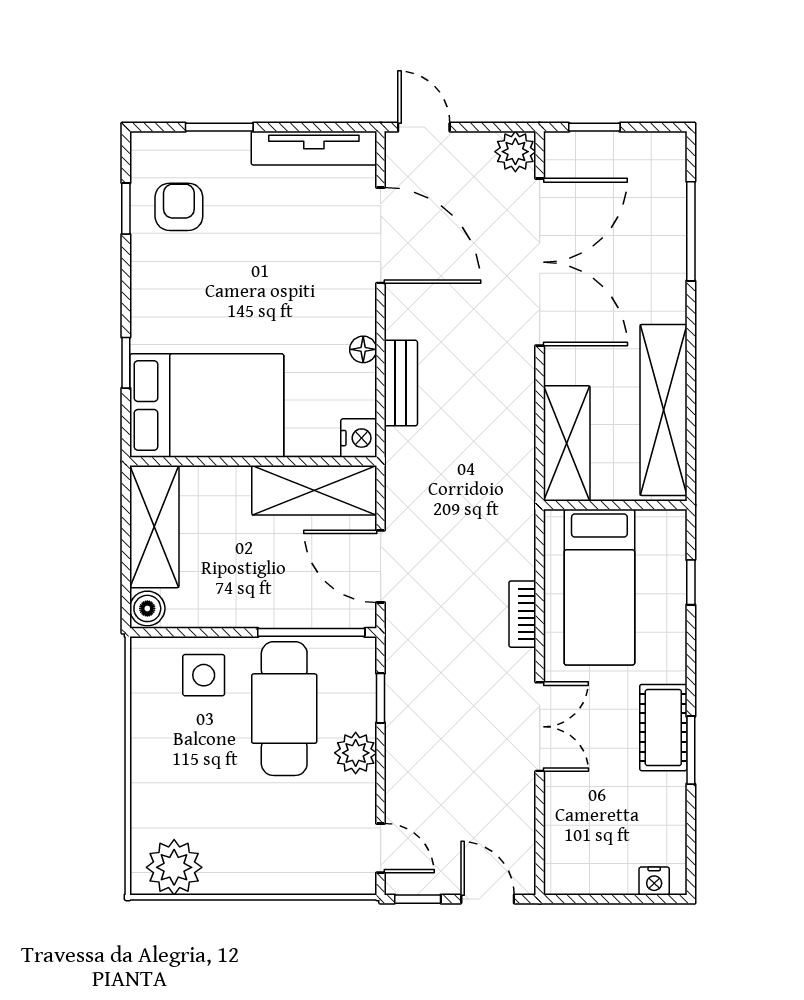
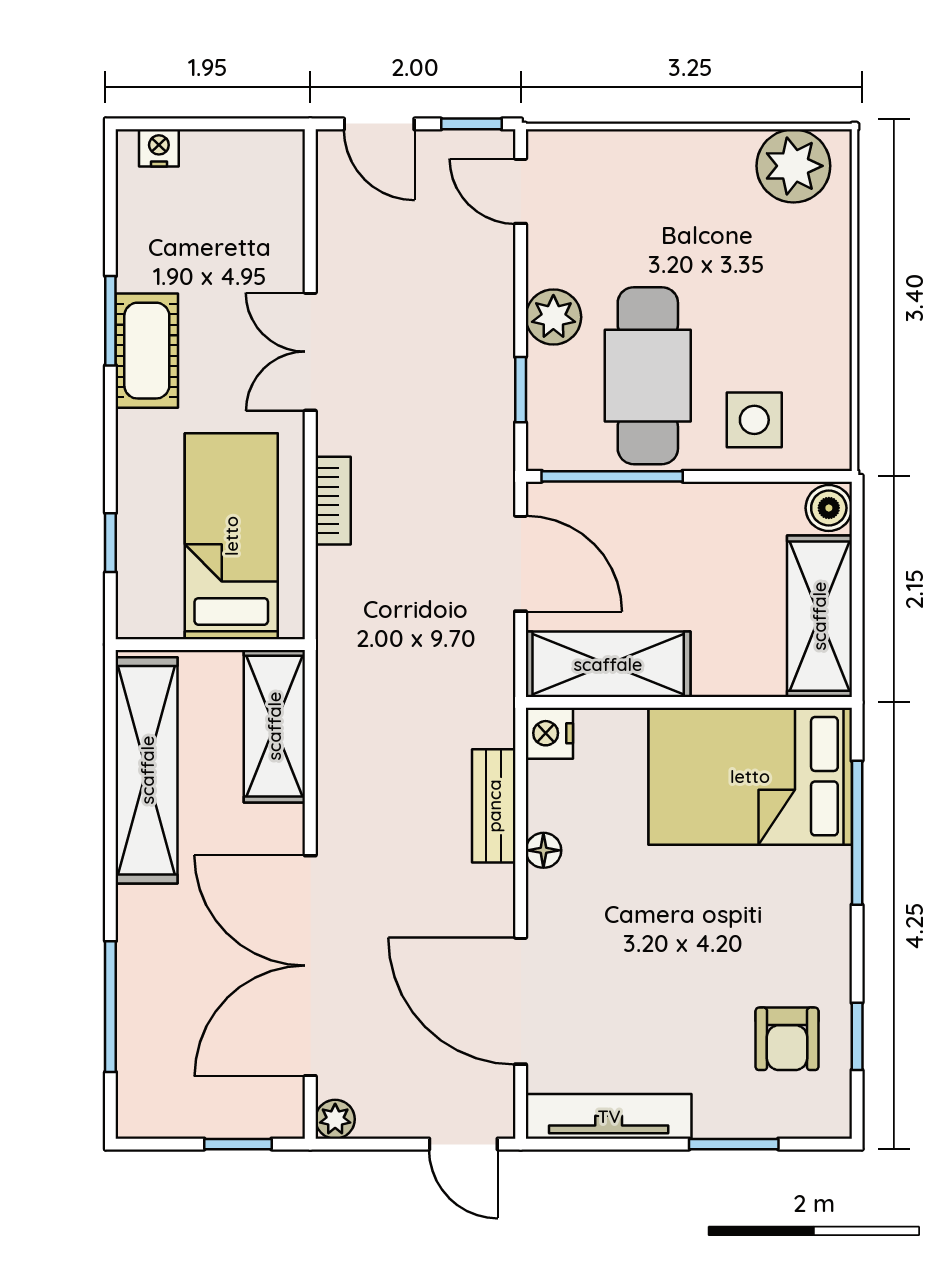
plant: (515, 152) -> (335, 1119), width x0.73, depth x0.73
window: (126, 363) -> (857, 833), width x2.17

